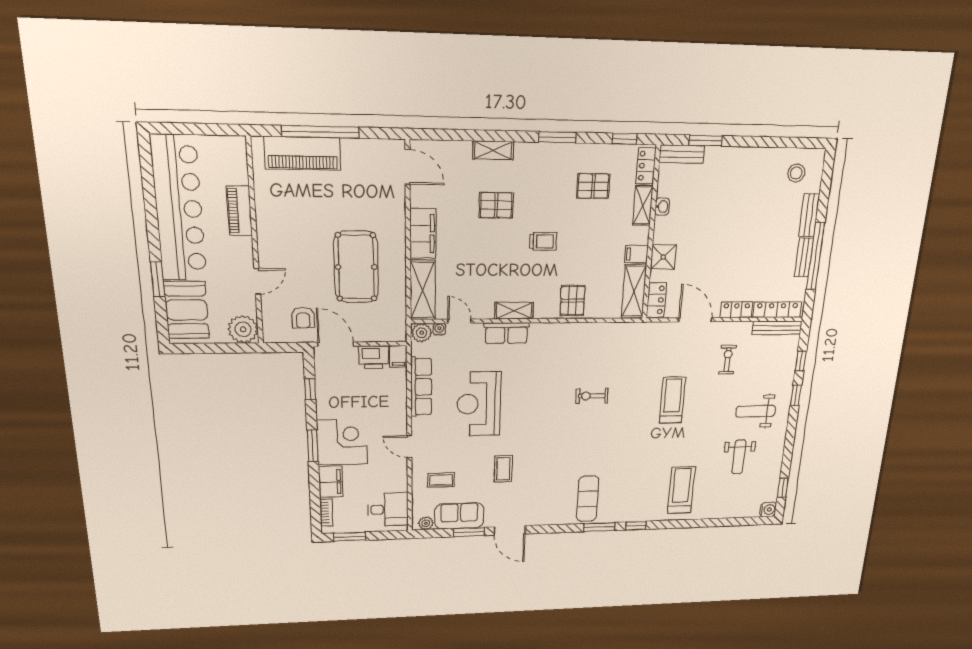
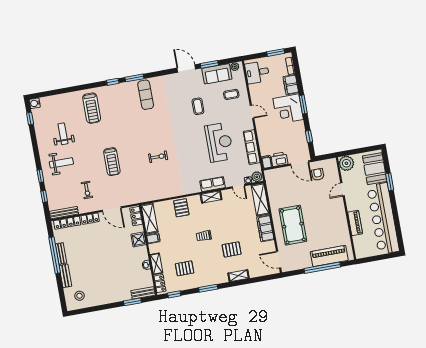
pool table: (356, 267) -> (293, 225), moved

